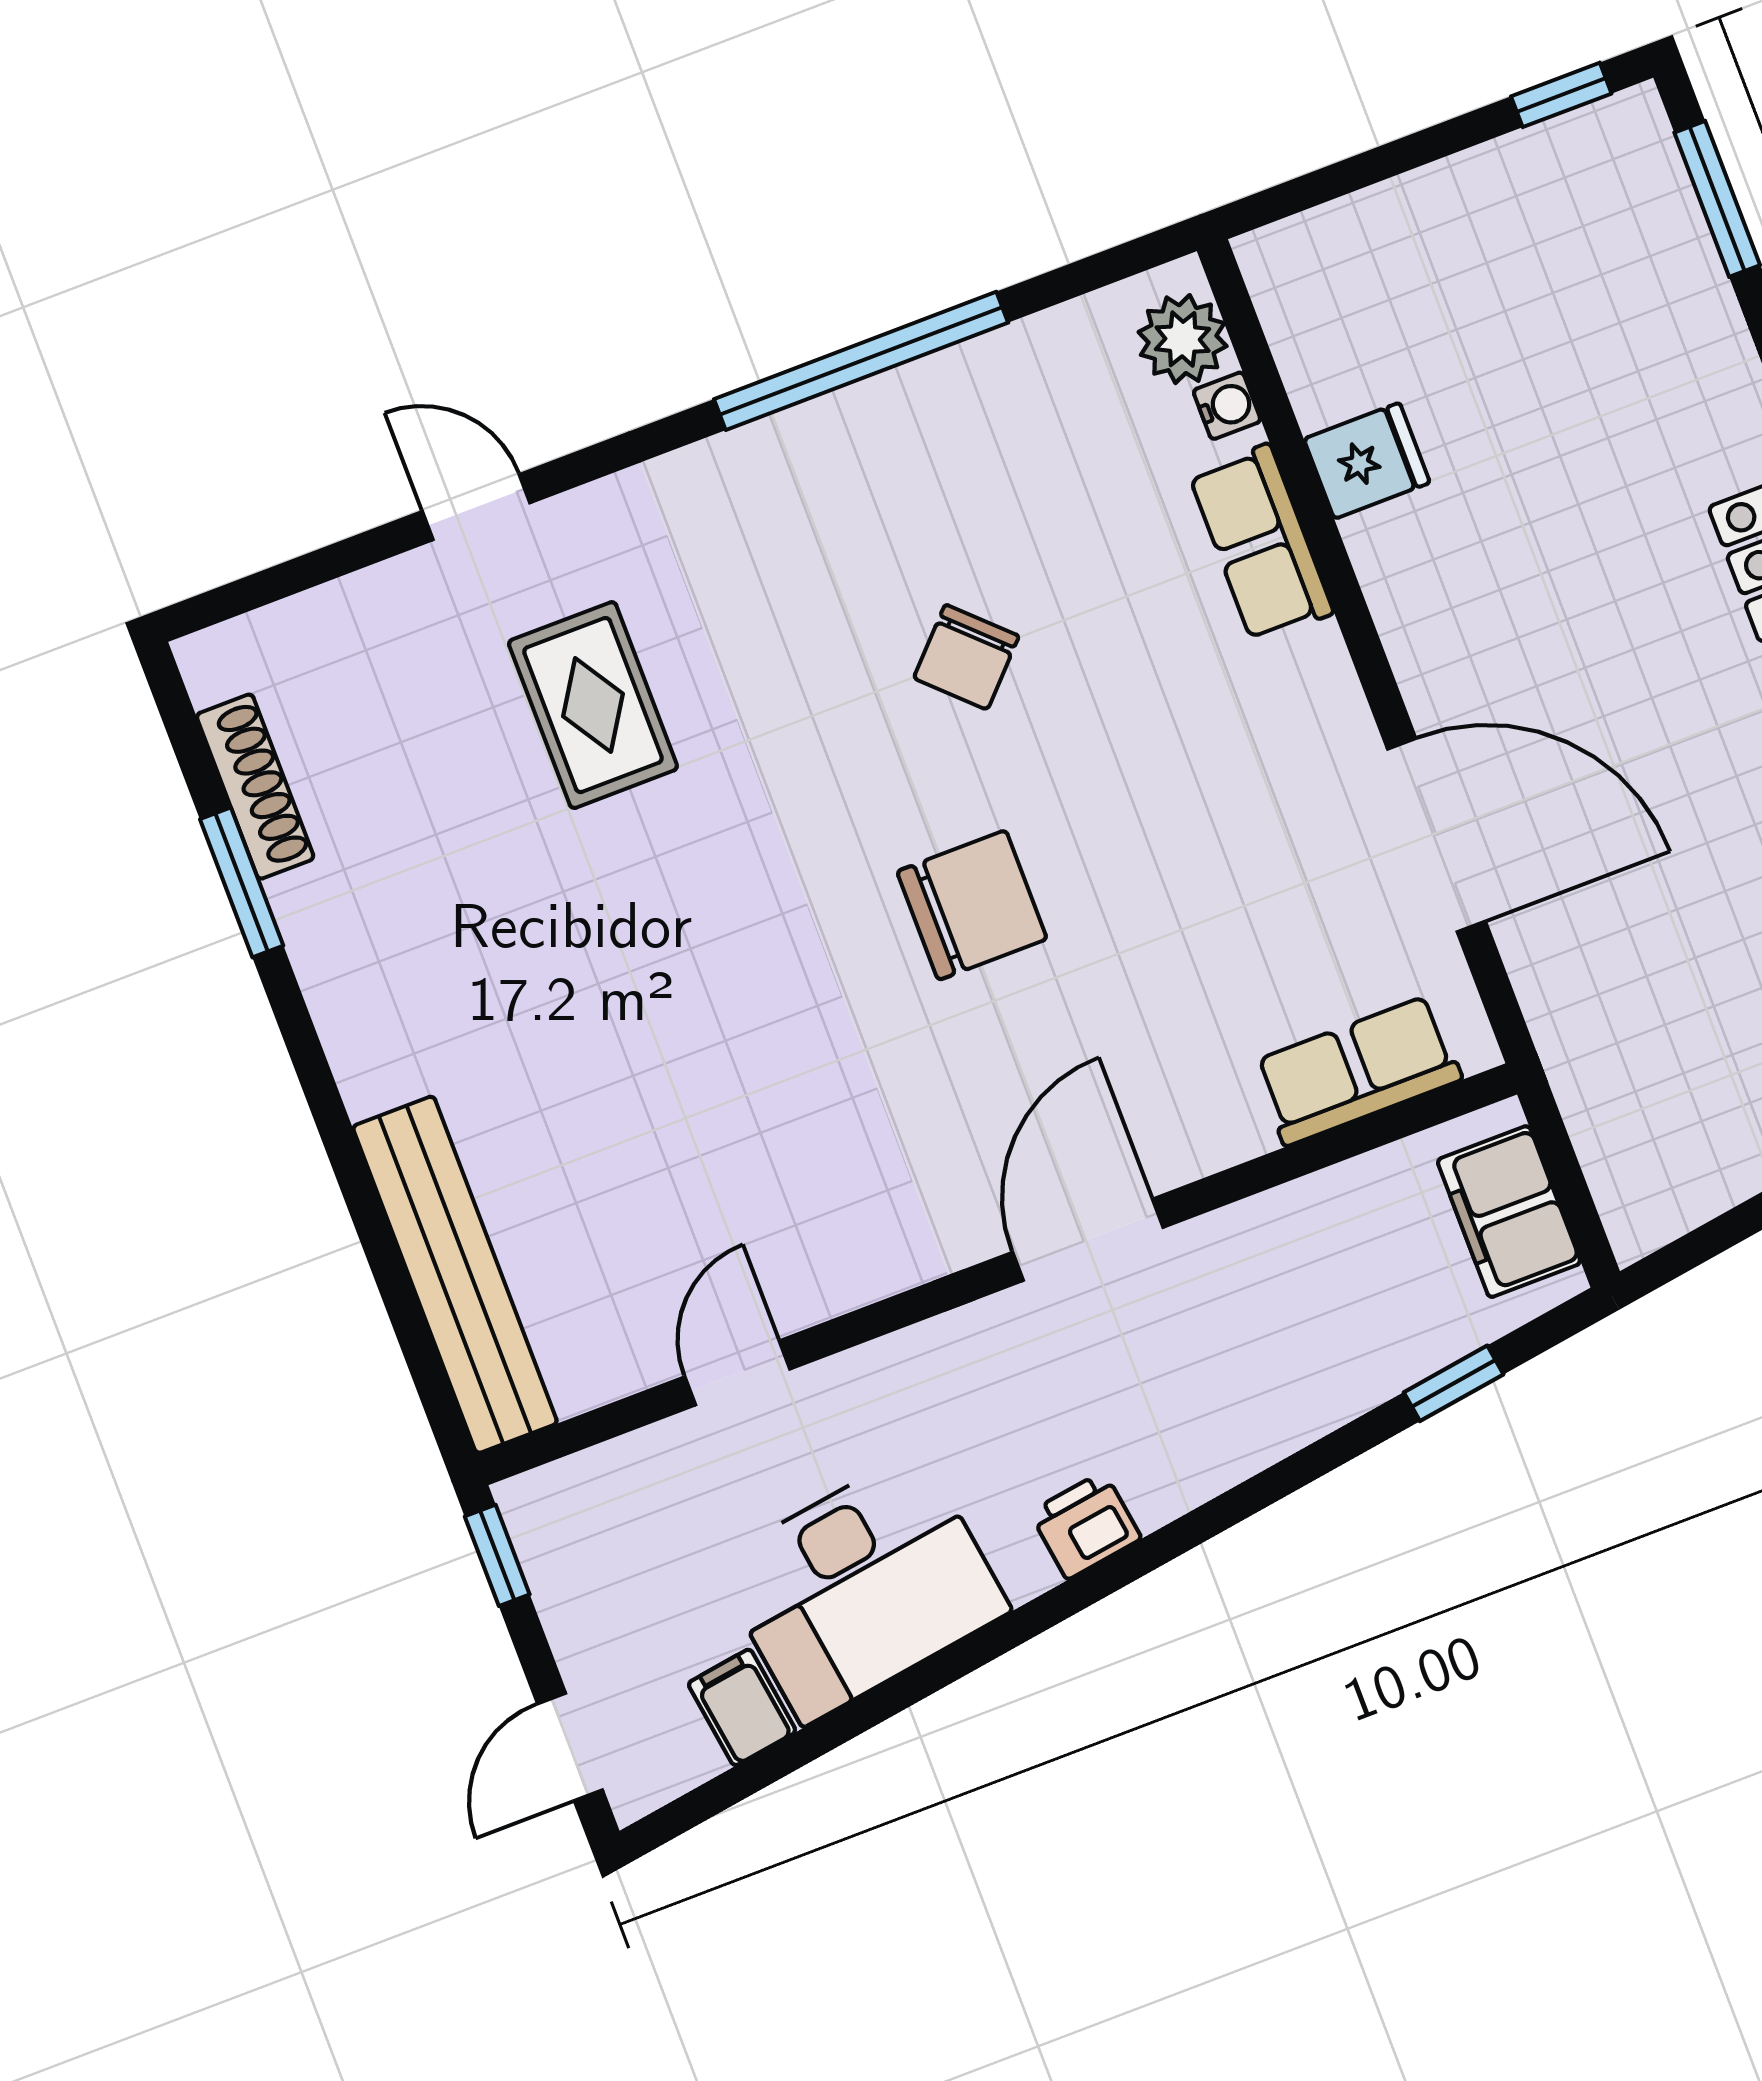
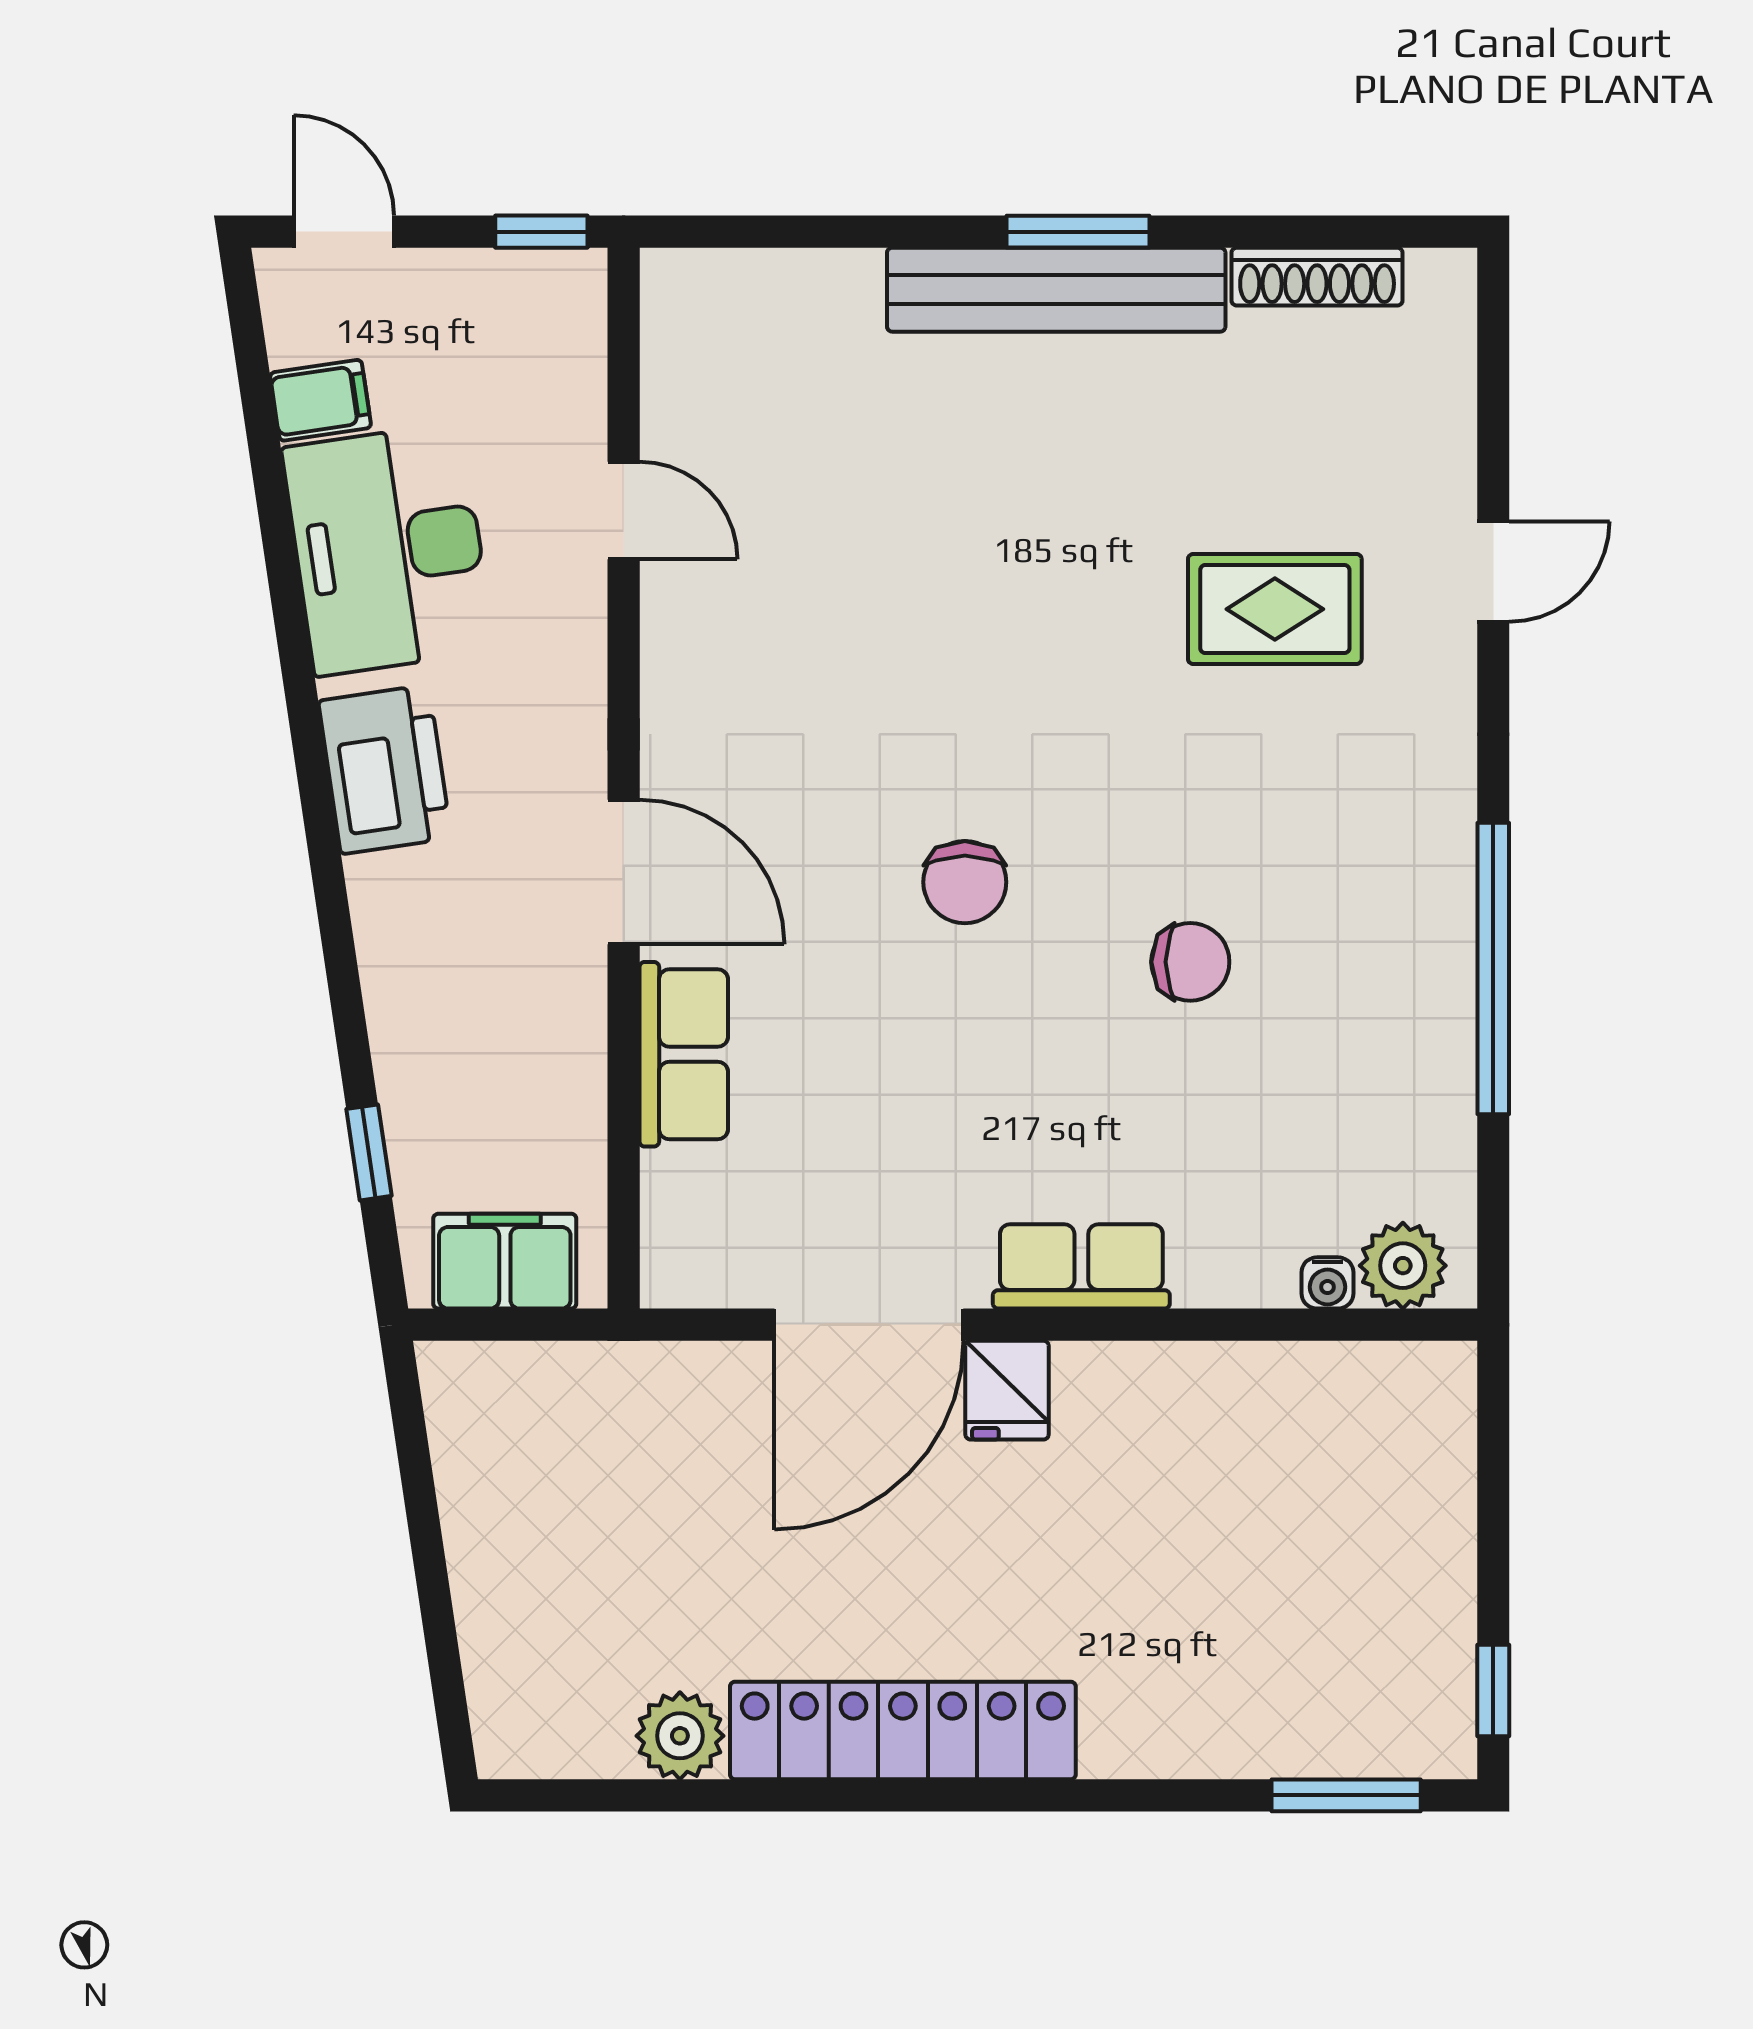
fridge: (1367, 461) -> (1007, 1390), moved
row of seats: (1261, 543) -> (1081, 1266), moved
chair: (966, 657) -> (1190, 962), turned 136
window: (242, 882) -> (1078, 232), moved
chair: (972, 905) -> (965, 882), width x0.73, depth x0.73
row of seats: (1358, 1070) -> (684, 1054), moved
bench: (455, 1275) -> (1056, 290), moved
printer: (1085, 1525) -> (385, 769), width x1.87, depth x1.48

